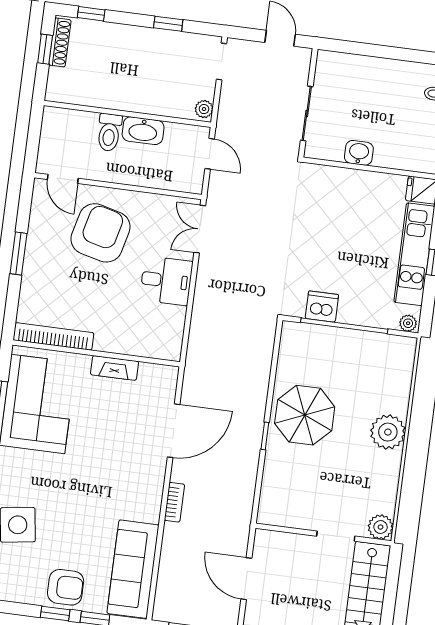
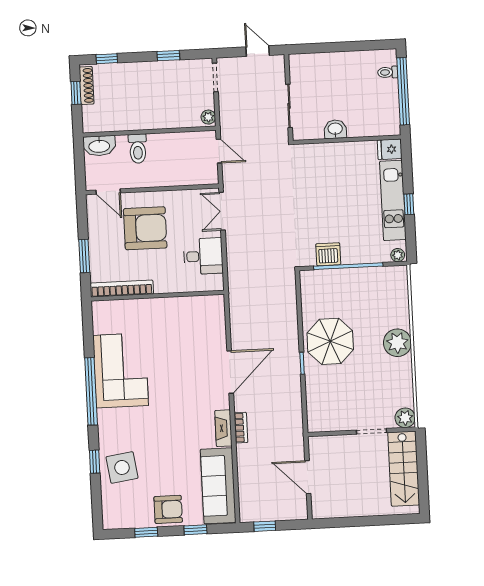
washbasin: (143, 131) -> (99, 146), moved
armchair: (100, 233) -> (145, 228), turned 76
bookcase: (53, 336) -> (122, 289), moved
wall: (96, 353) -> (158, 296), moved
fireplace: (114, 368) -> (223, 428), moved, turned 90
window: (55, 613) -> (146, 532), moved

